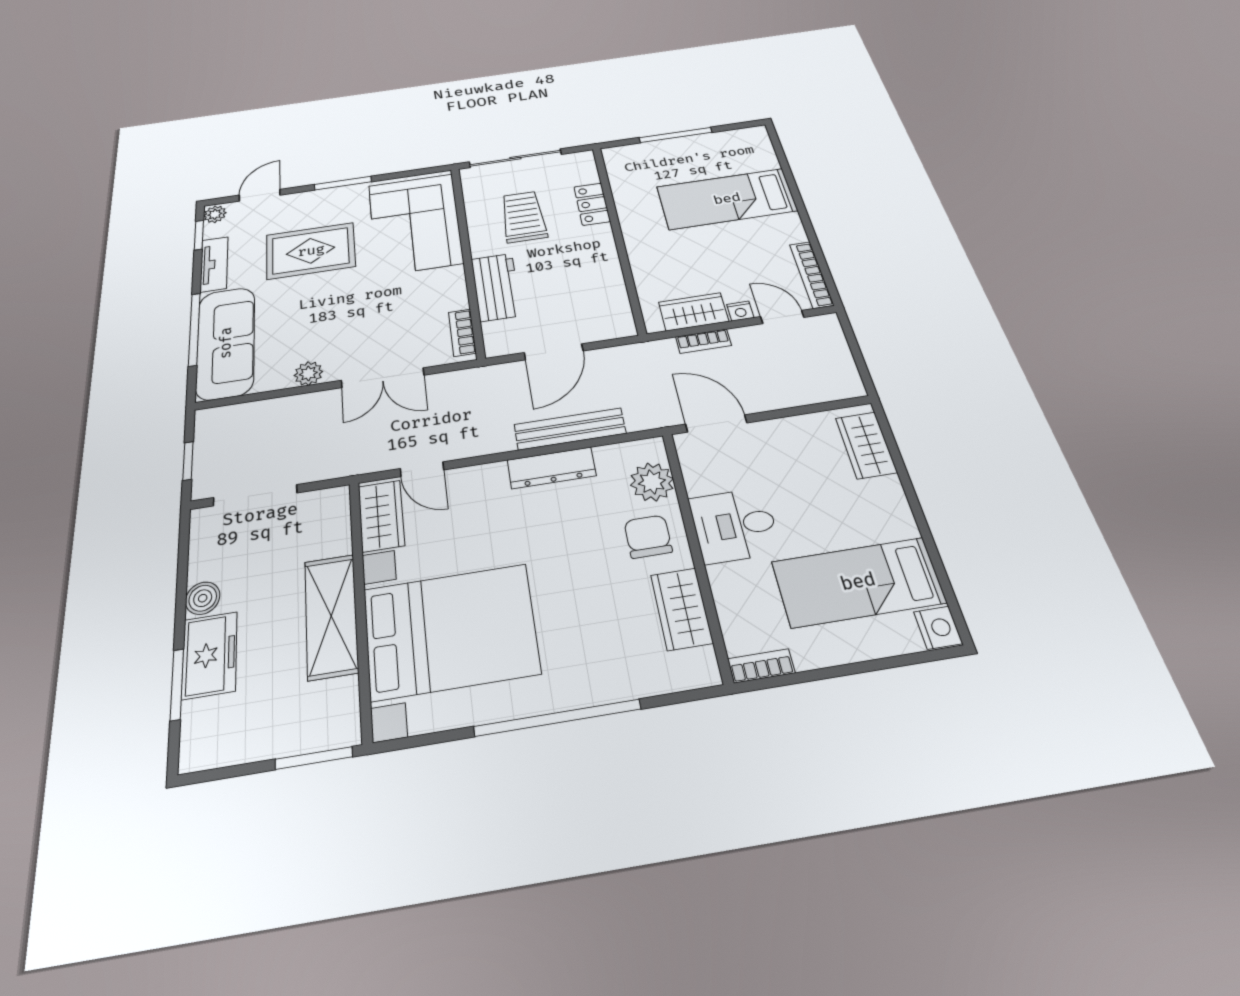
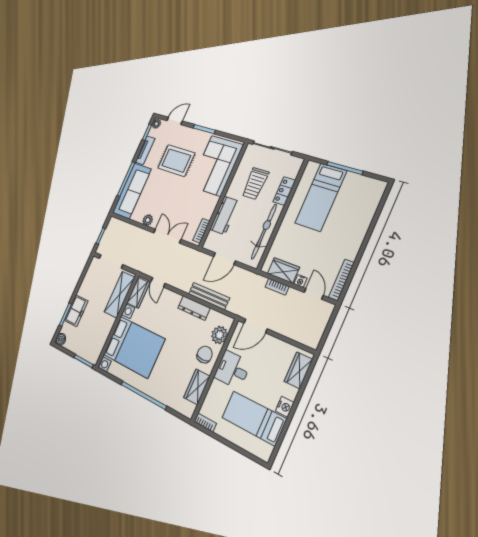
bed: (727, 199) -> (321, 197), moved, turned -90
trolley: (523, 217) -> (255, 184), turned 180
bicycle: (603, 275) -> (264, 232), added
double door: (383, 378) -> (167, 236), swing flipped
door: (716, 423) -> (255, 326), swing flipped
boiler: (203, 598) -> (61, 339), moved
shelving: (331, 616) -> (120, 295), moved
nightstand: (938, 628) -> (285, 407), moved

